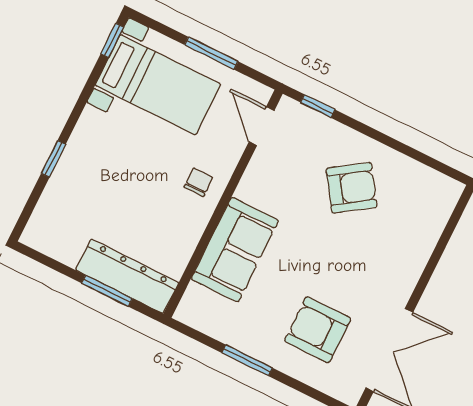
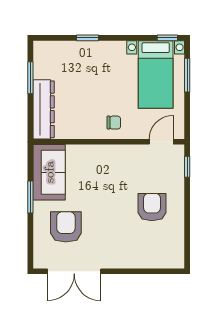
window: (211, 53) -> (187, 75), moved
armchair: (351, 188) -> (152, 207), turned -146
sofa: (235, 250) -> (49, 172), moved, turned -90
window: (107, 291) -> (30, 78), moved

